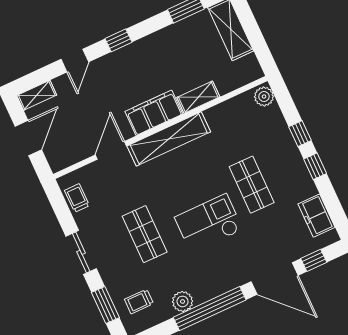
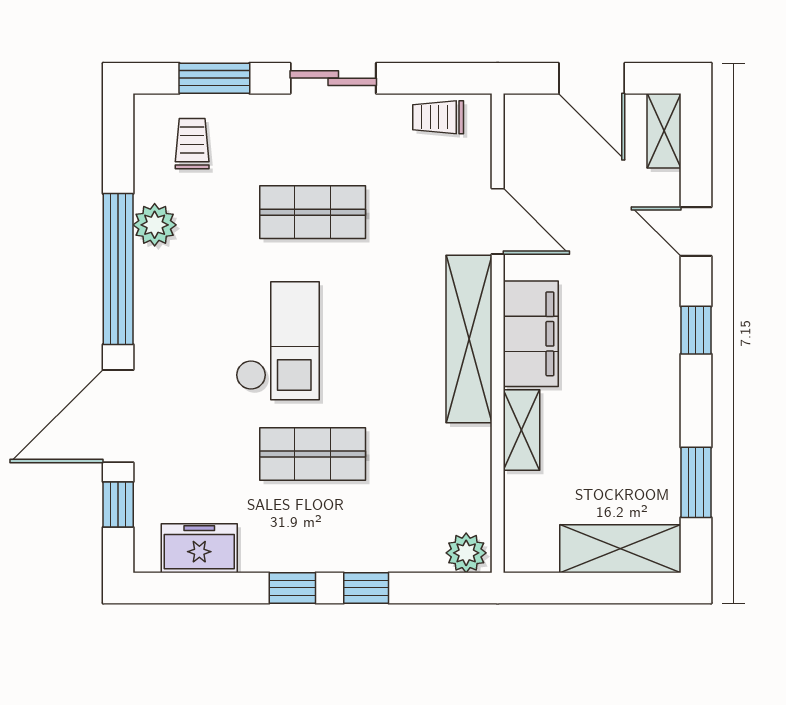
trolley: (77, 198) -> (438, 117), turned 180

